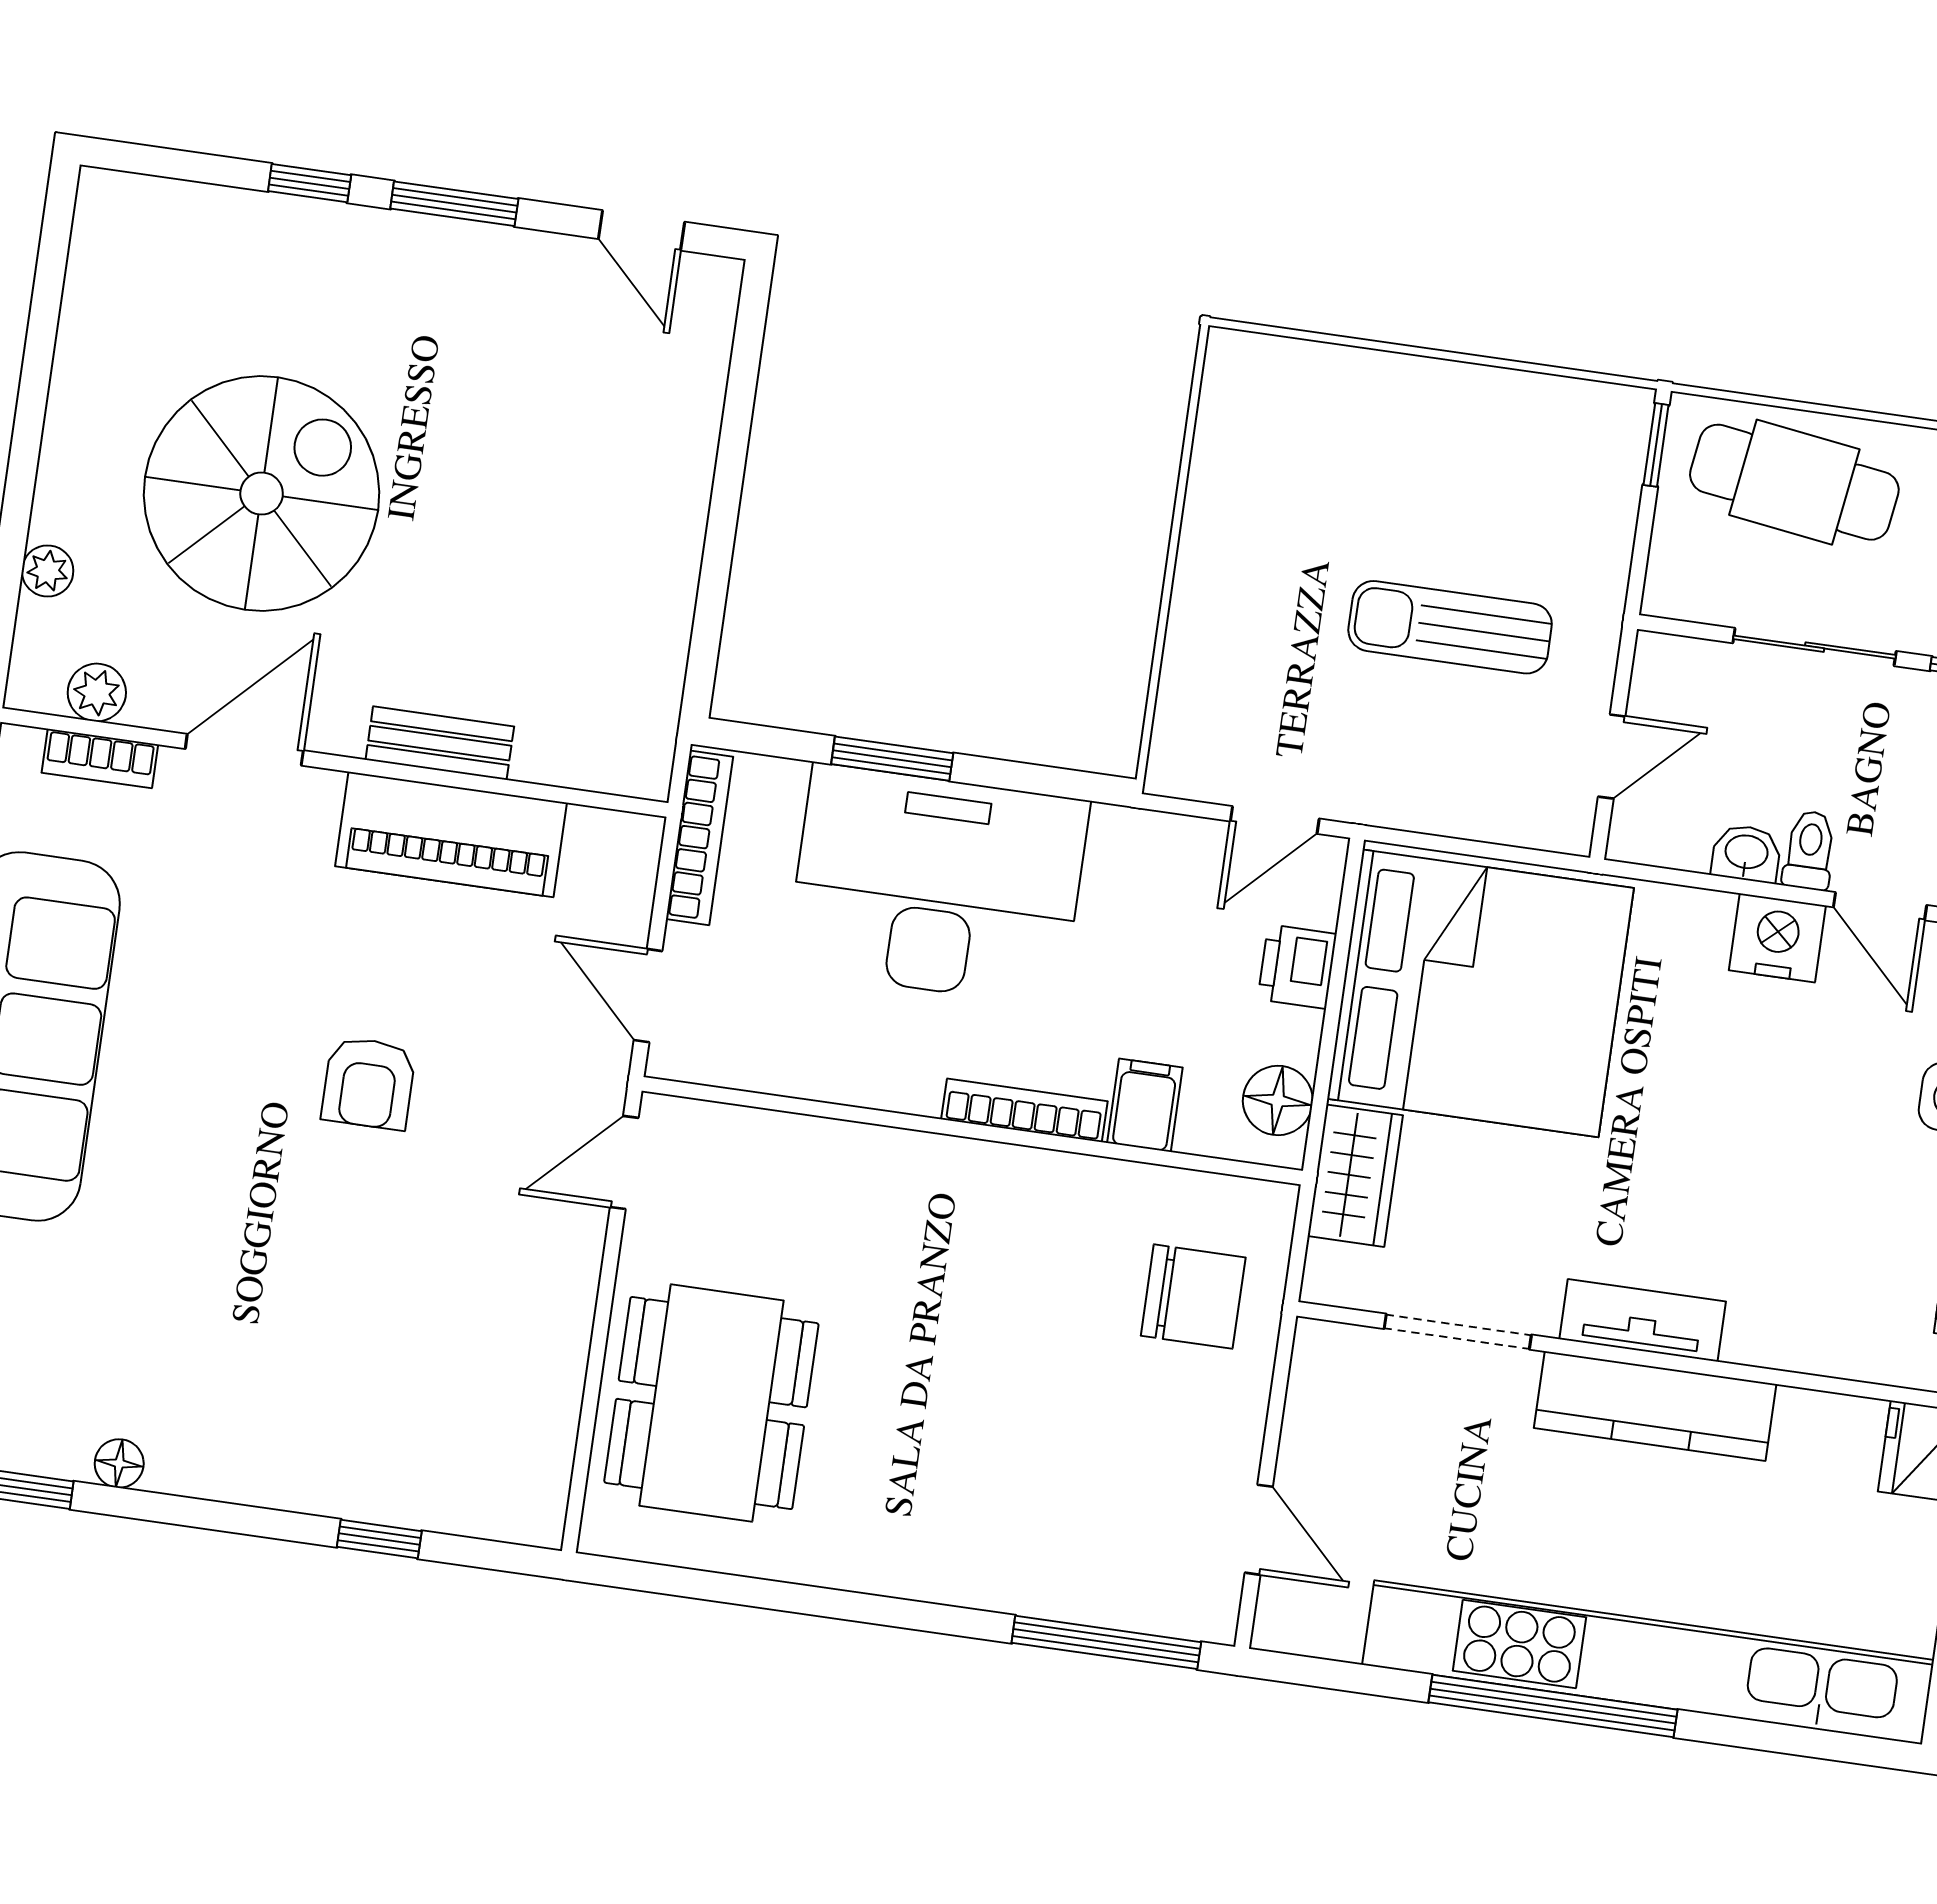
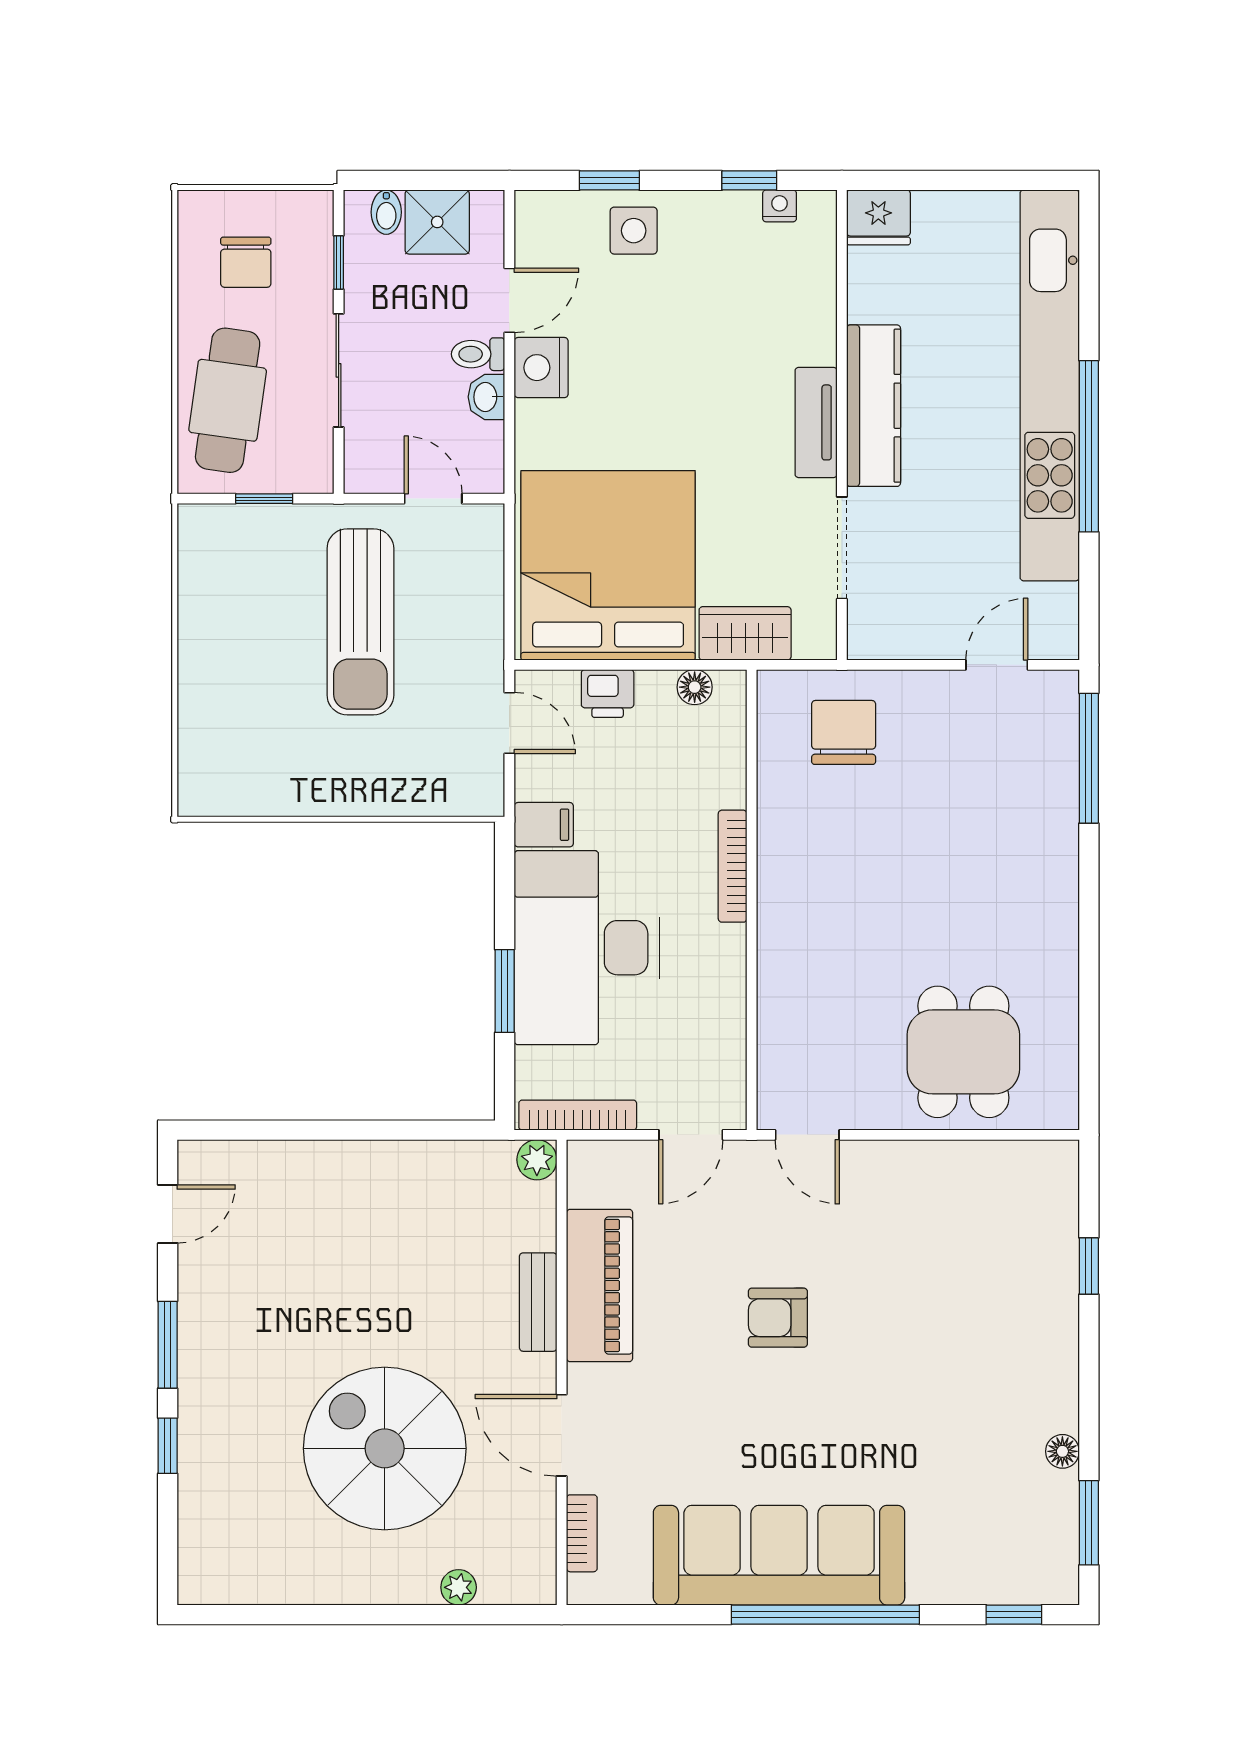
window: (1656, 445) -> (264, 499), moved
sun lounger: (1450, 627) -> (360, 622), width x1.36, depth x1.34
plant: (97, 692) -> (537, 1160), moved
armchair: (369, 1083) -> (778, 1318), turned 180
floor lamp: (1278, 1100) -> (695, 687), width x0.73, depth x0.73
filing cabinet: (1145, 1105) -> (544, 825), moved, turned 180
dining table: (711, 1403) -> (963, 1052), width x0.73

